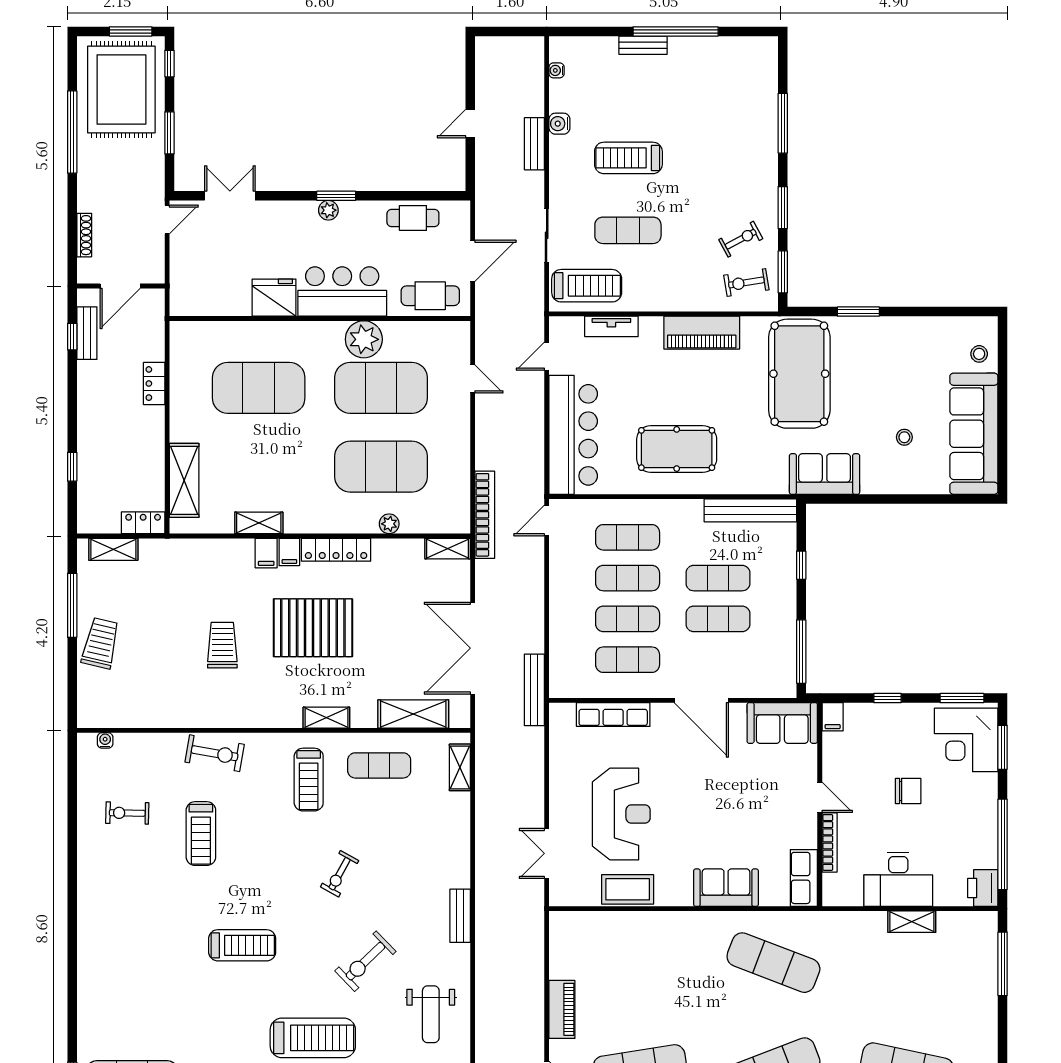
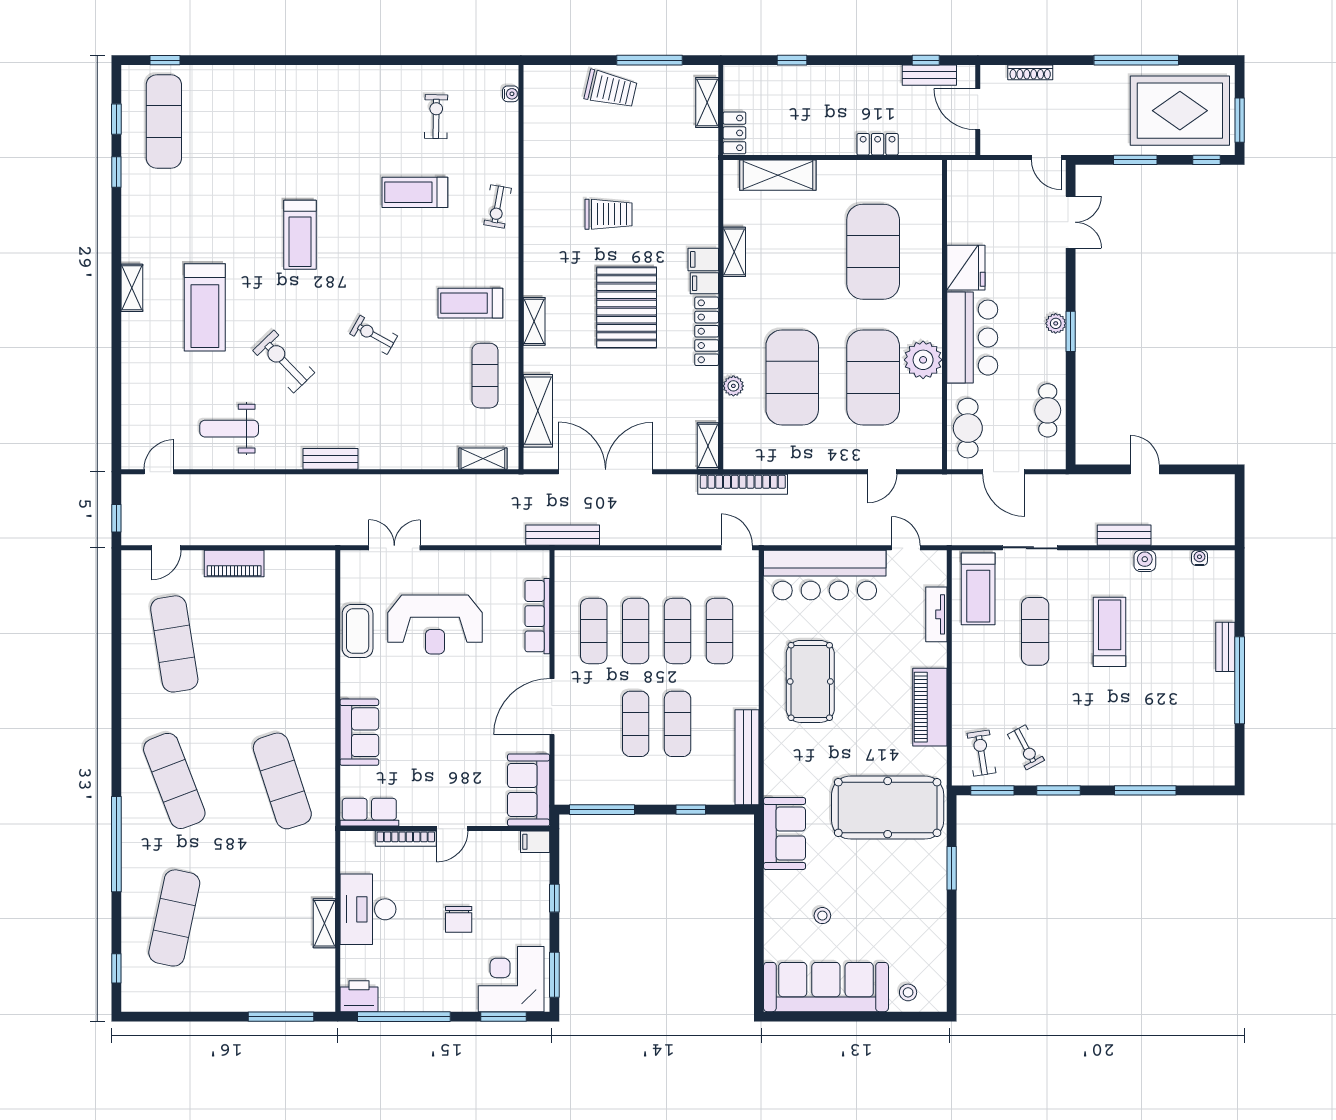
exercise bike: (215, 753) -> (498, 206), width x0.73, depth x0.72
exercise mat: (773, 963) -> (282, 781), turned -39

